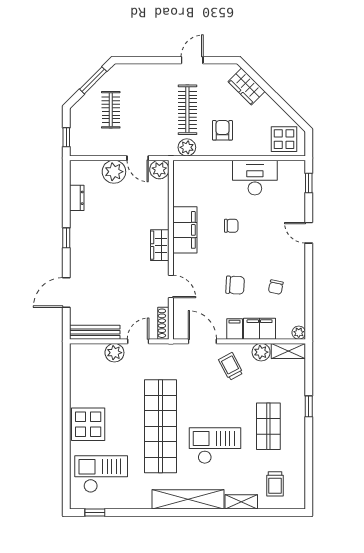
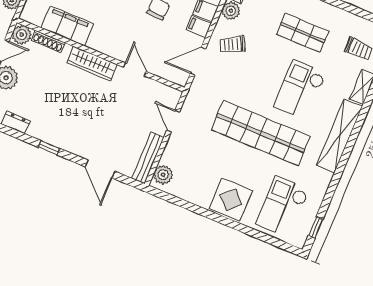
filing cabinet: (185, 230) -> (67, 26), moved
wardrobe: (160, 245) -> (92, 64), width x1.50
door: (171, 286) -> (135, 69), hinge flipped
shoe rack: (163, 323) -> (48, 41), moved
plant: (114, 353) -> (163, 175), moved

